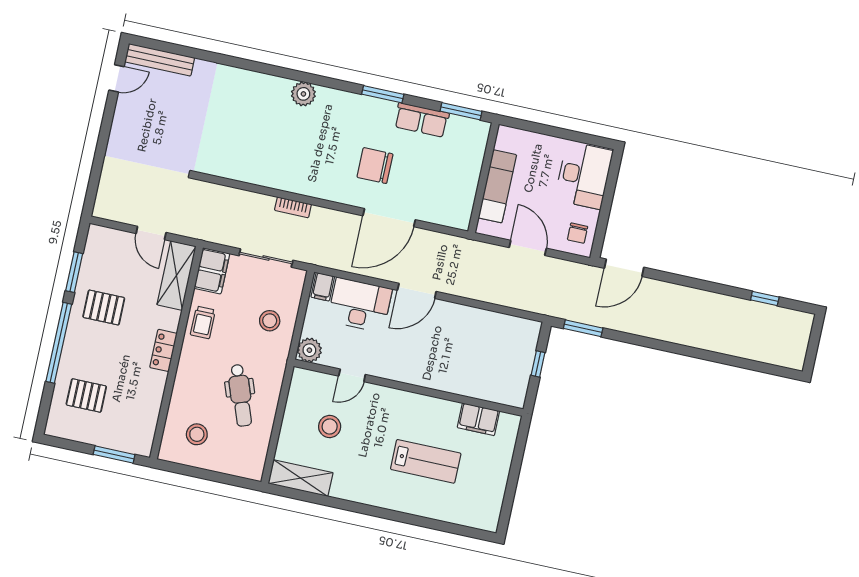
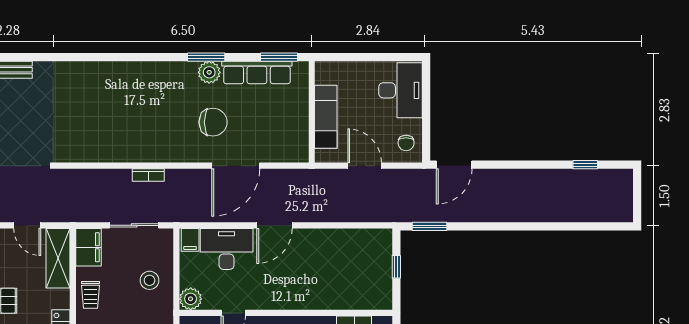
plant: (303, 94) -> (209, 72), moved
row of seats: (422, 120) -> (257, 73), width x1.48
chair: (375, 166) -> (213, 122), turned 180

